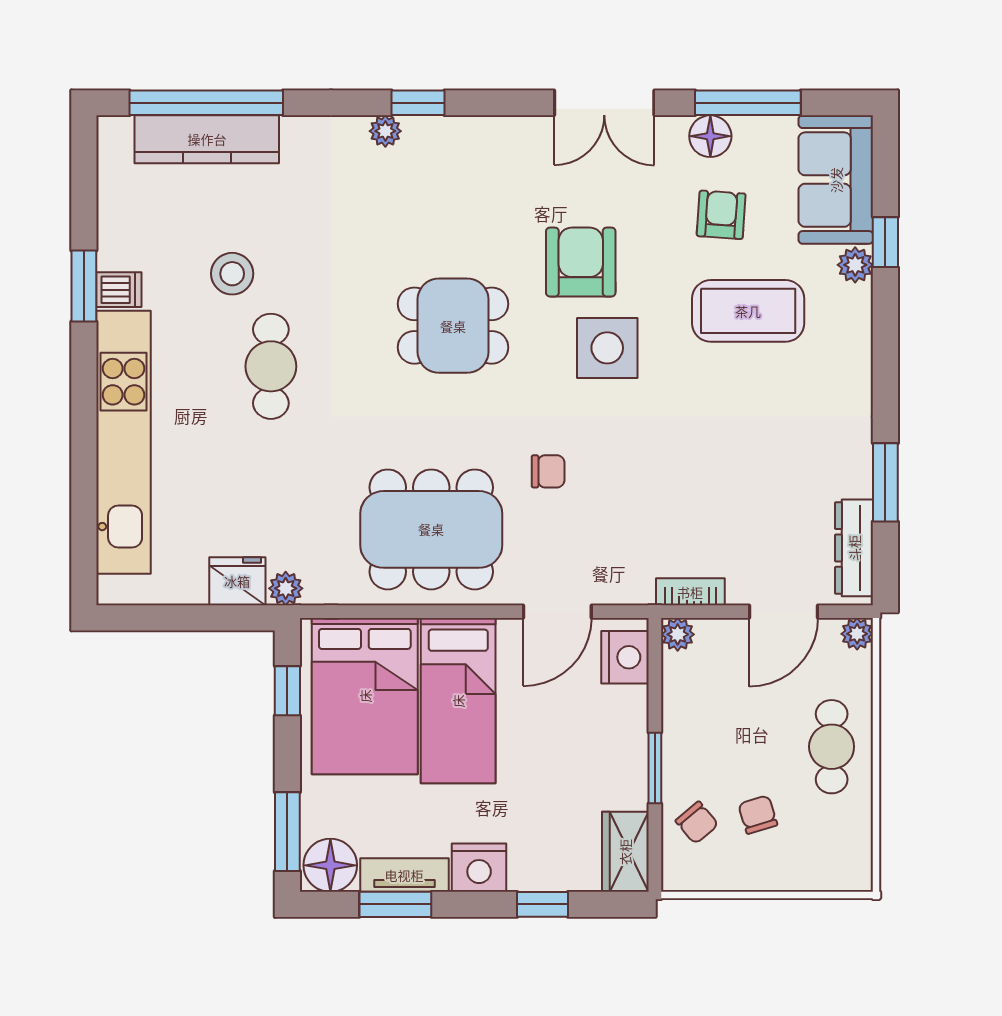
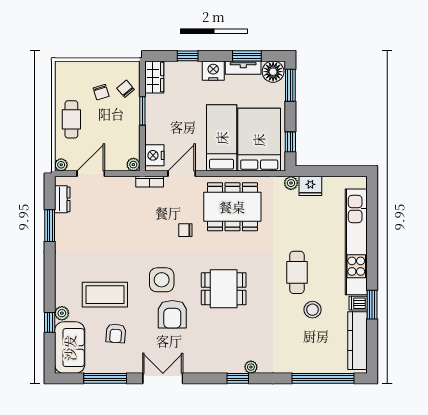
floor lamp: (710, 136) -> (120, 365), removed
kitchen counter: (207, 139) -> (358, 341), moved, turned -90
dresser: (854, 548) -> (62, 199), width x0.70
bookcase: (690, 592) -> (150, 182), moved

